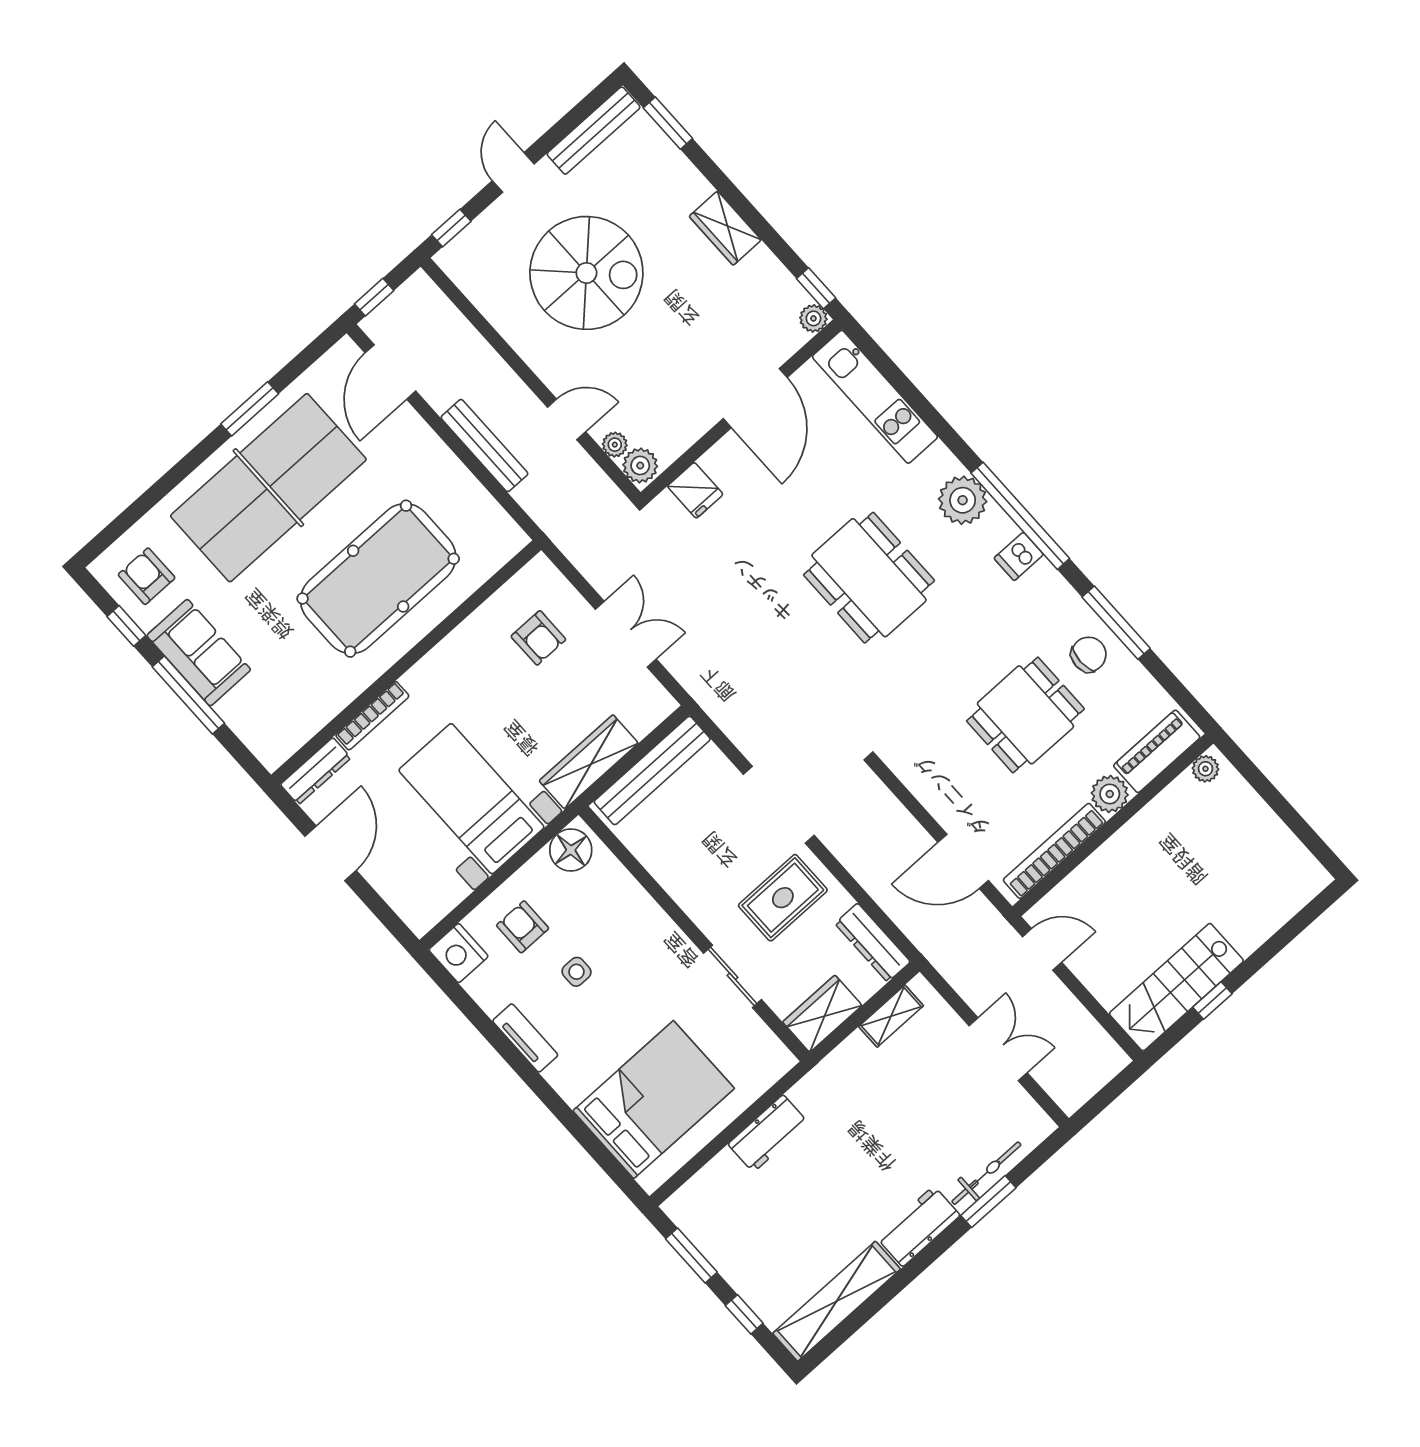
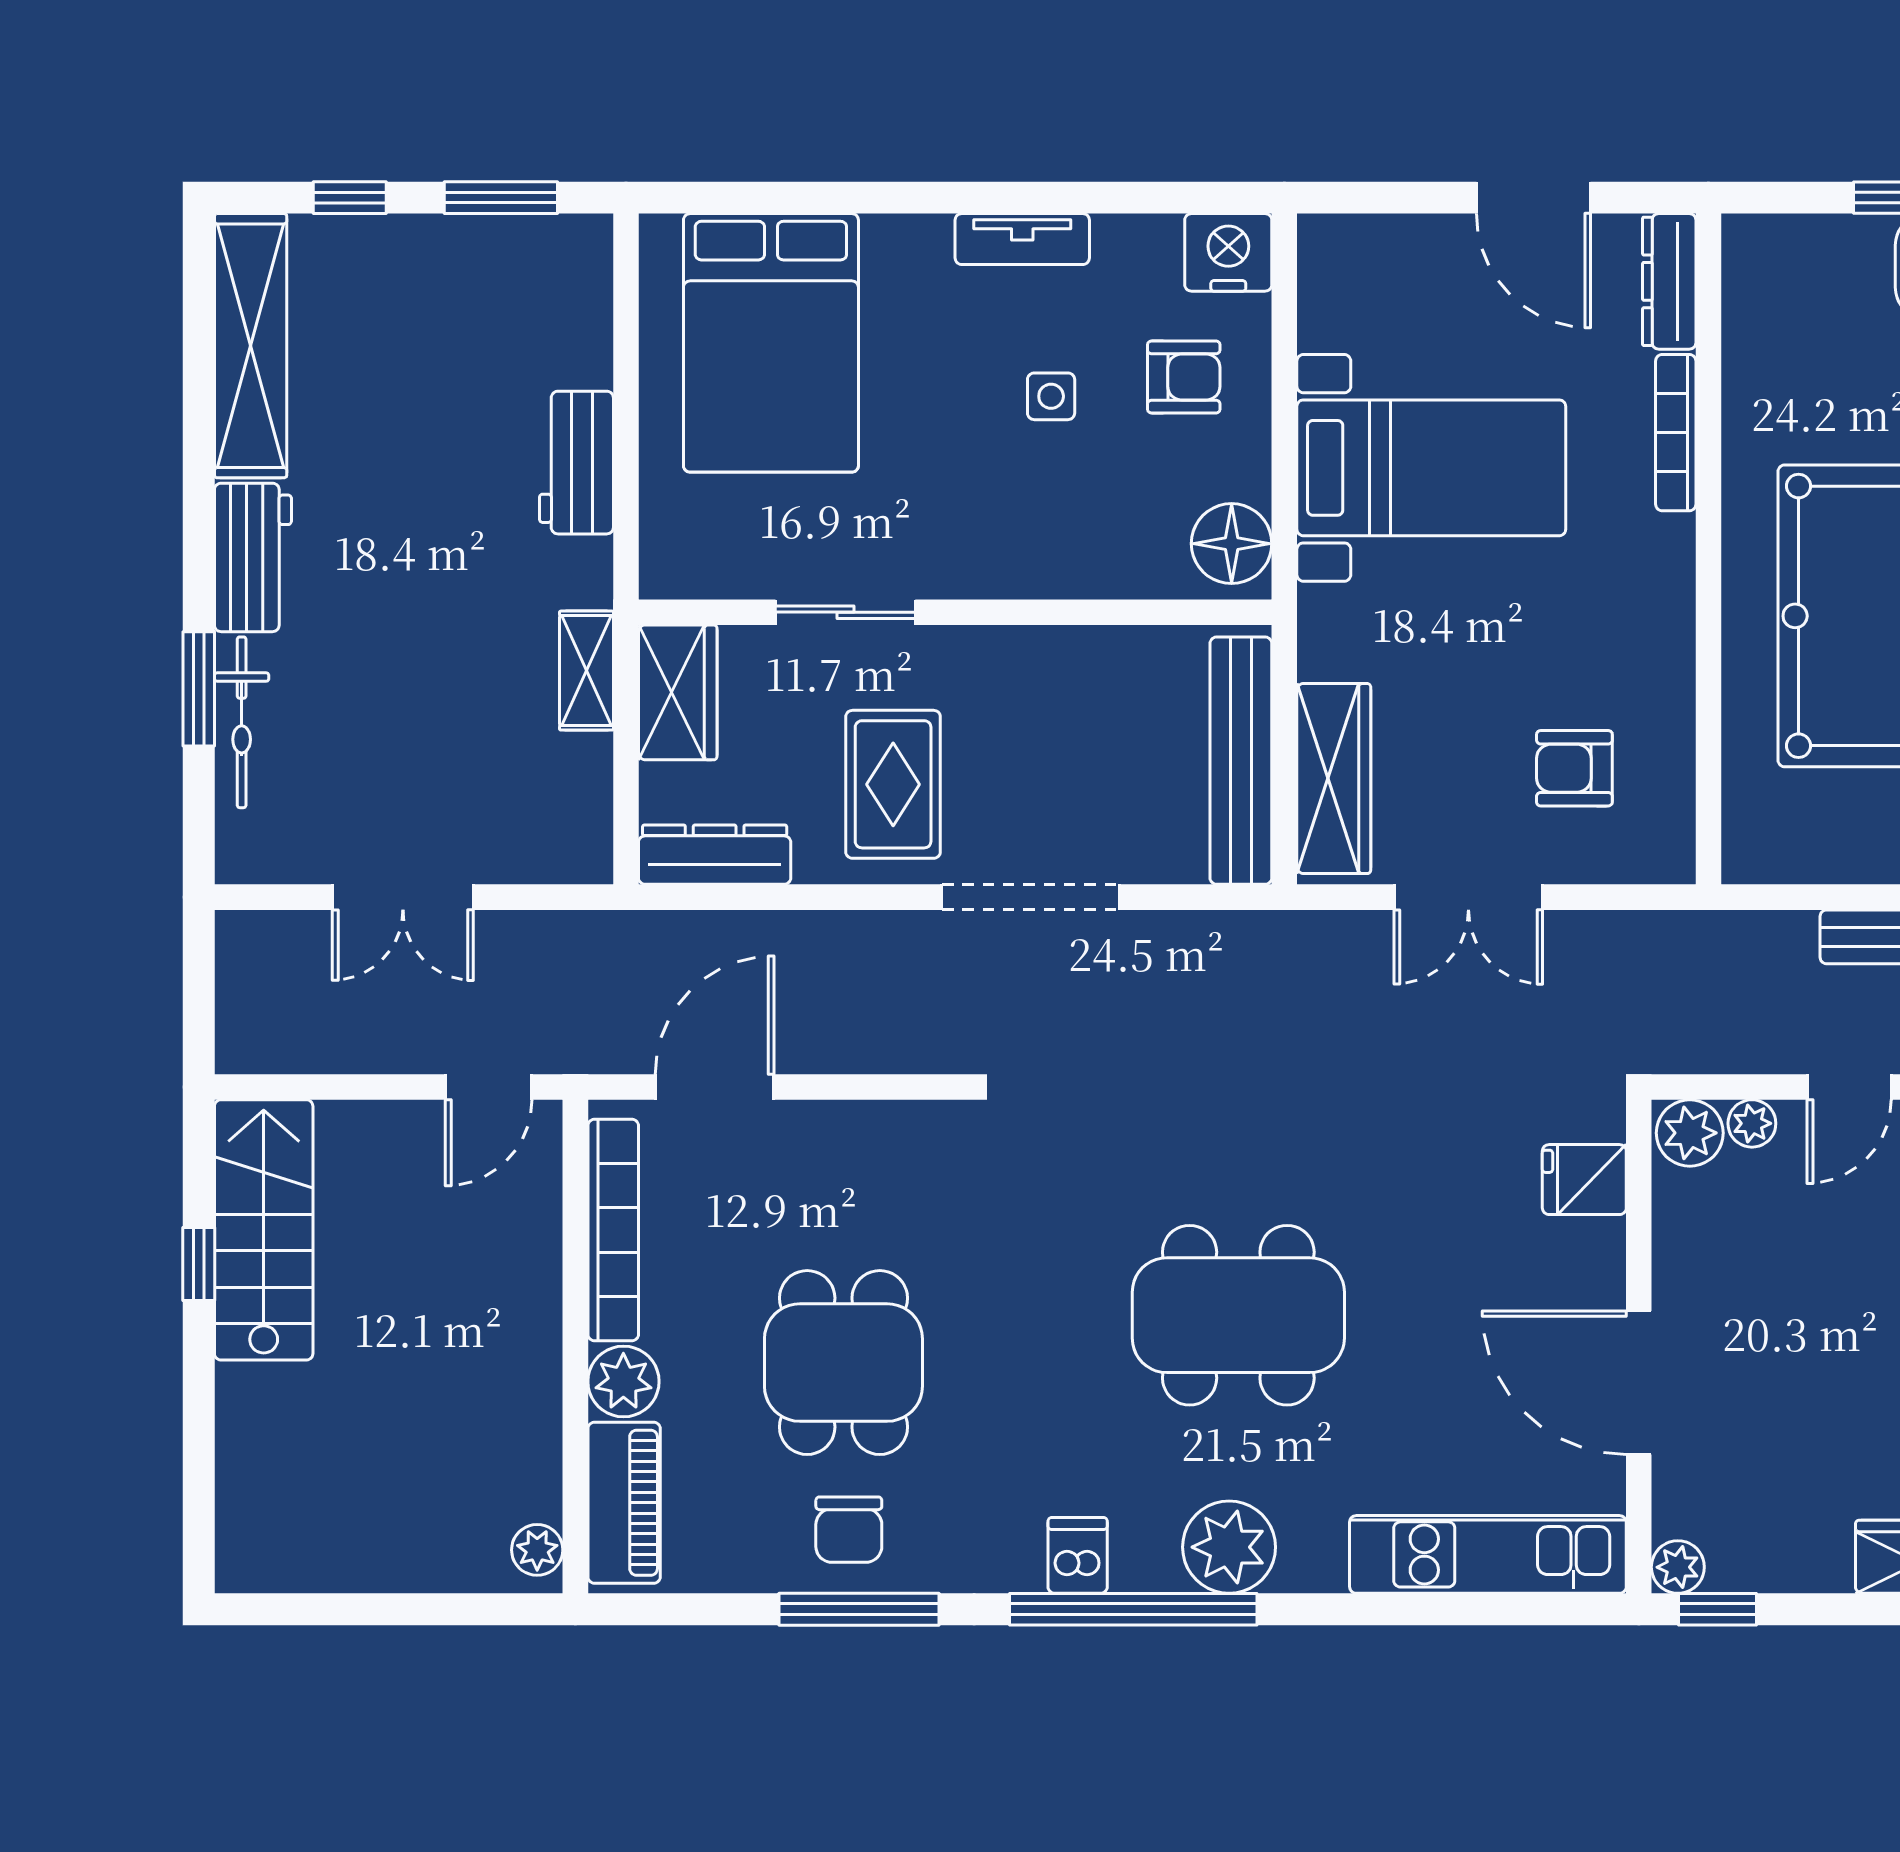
wardrobe: (589, 762) -> (1334, 779), moved
shelving: (891, 1016) -> (586, 671), moved

